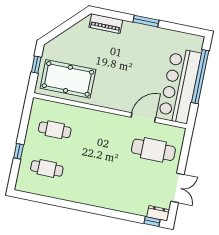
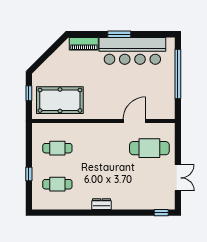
bar counter: (180, 86) -> (132, 51), moved, turned -90
dresser: (158, 213) -> (102, 204), moved

